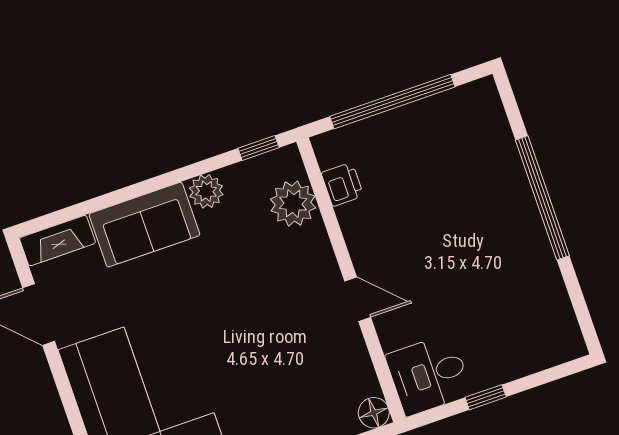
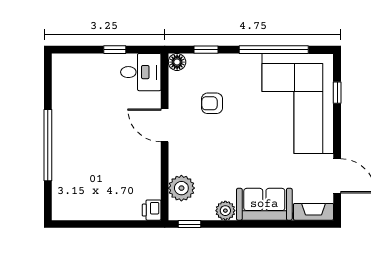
window: (392, 102) -> (110, 224), removed
printer: (342, 184) -> (152, 210), moved
door: (358, 299) -> (165, 125), width x1.38
armchair: (291, 364) -> (212, 103), added

